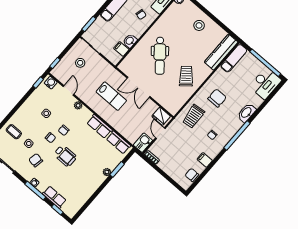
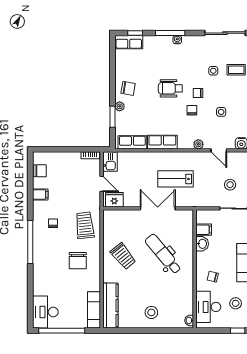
washbasin: (246, 113) -> (39, 270), removed
chair: (36, 160) -> (128, 88), moved
row of seats: (54, 197) -> (129, 42), moved

